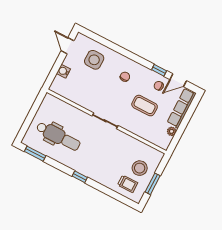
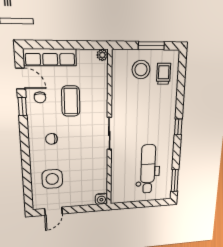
water cooler: (63, 71) -> (101, 199), moved
plant: (172, 131) -> (102, 55), moved

